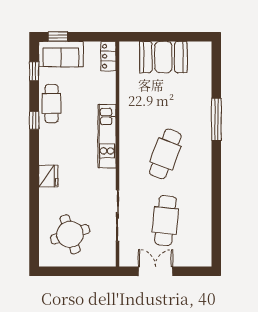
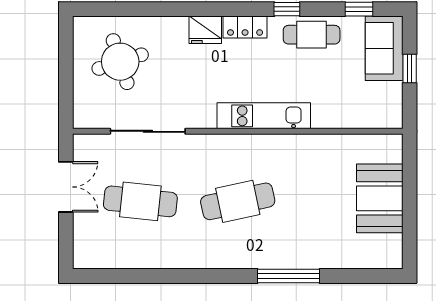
window: (58, 37) -> (410, 69), moved
locker: (108, 56) -> (245, 27), moved, turned 180
cafe table: (165, 154) -> (238, 201), turned -33

